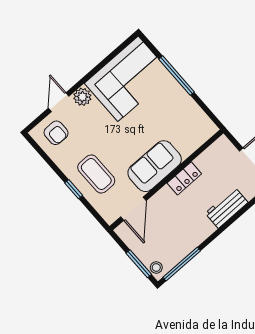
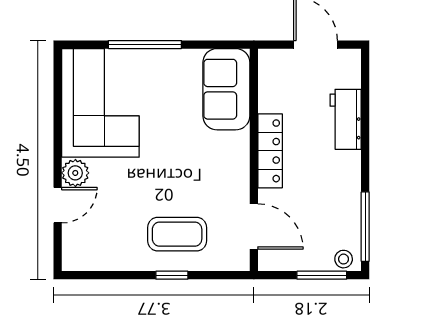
door: (59, 102) -> (58, 205), swing flipped
armchair: (56, 133) -> (90, 239), removed
sofa: (155, 166) -> (226, 89), moved
locker: (184, 178) -> (270, 151), width x1.53

